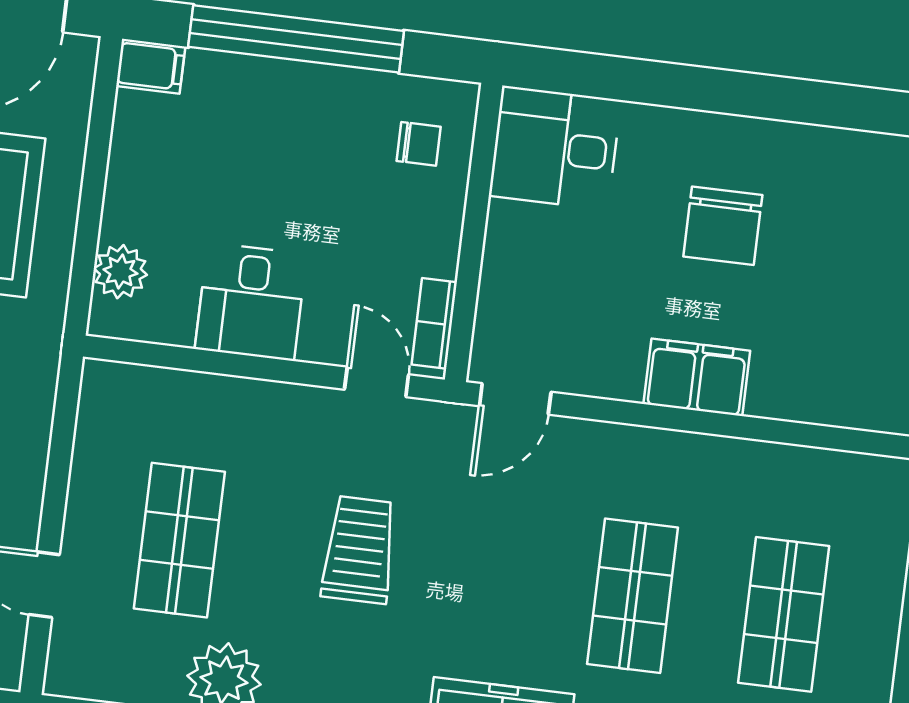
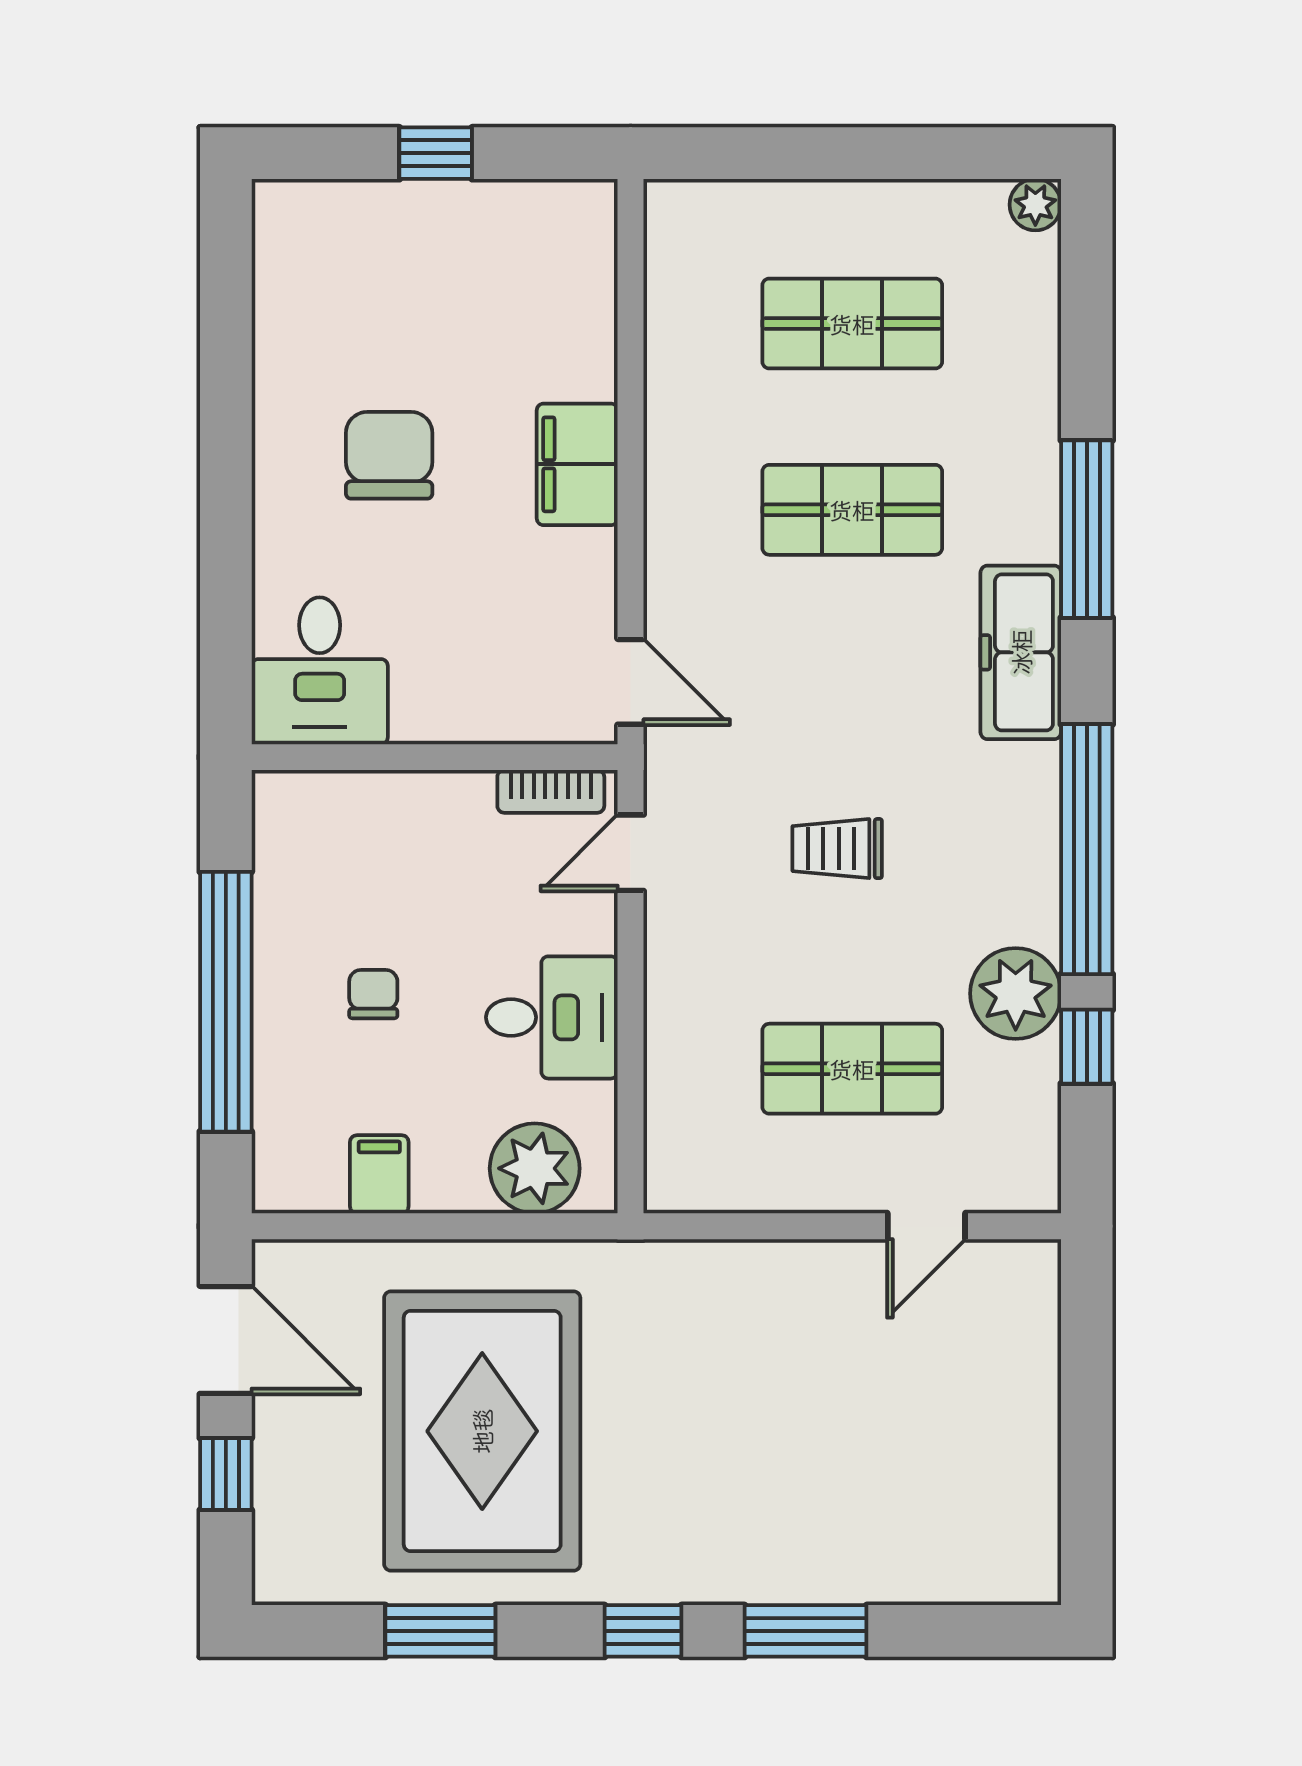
filing cabinet: (151, 66) -> (379, 1174), moved
chair: (419, 144) -> (373, 994), moved
chair: (723, 226) -> (389, 455), turned -90
plant: (120, 272) -> (535, 1168), width x1.36, depth x1.36
trolley: (359, 550) -> (837, 849), width x0.73, depth x0.72

